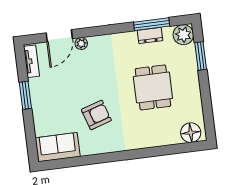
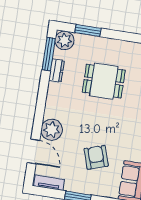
window: (152, 24) -> (49, 54), moved
plant: (81, 44) -> (52, 130), width x1.88, depth x1.88
armchair: (96, 115) -> (96, 157), moved

